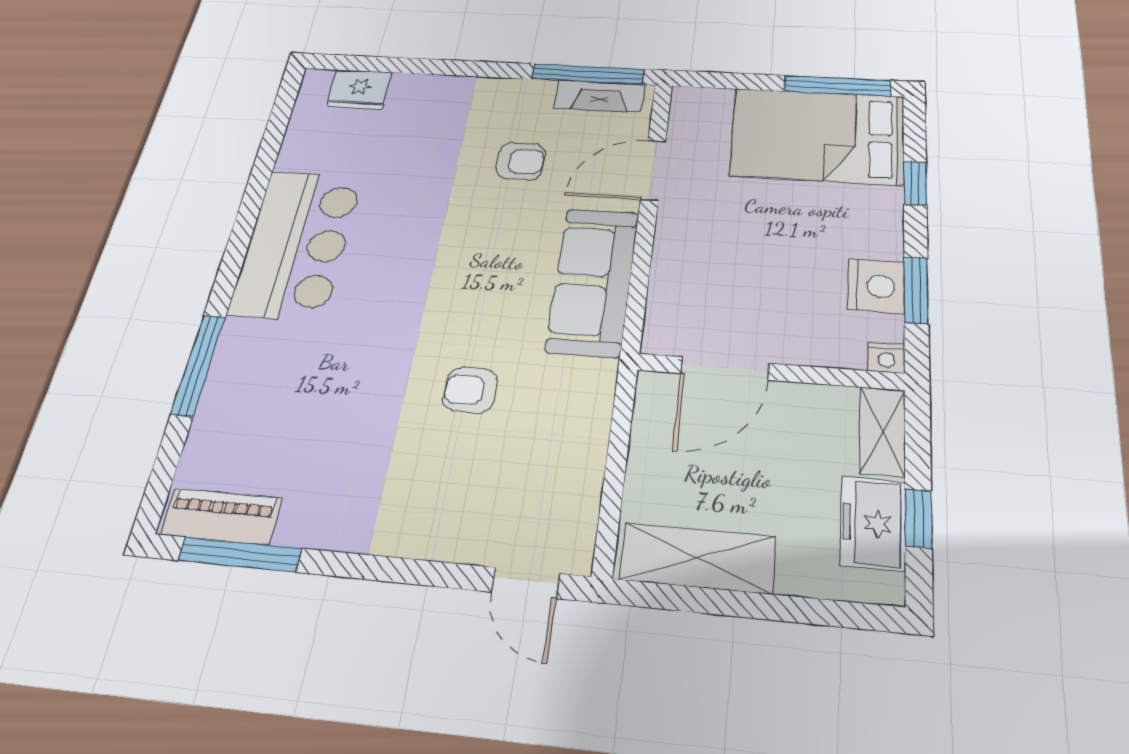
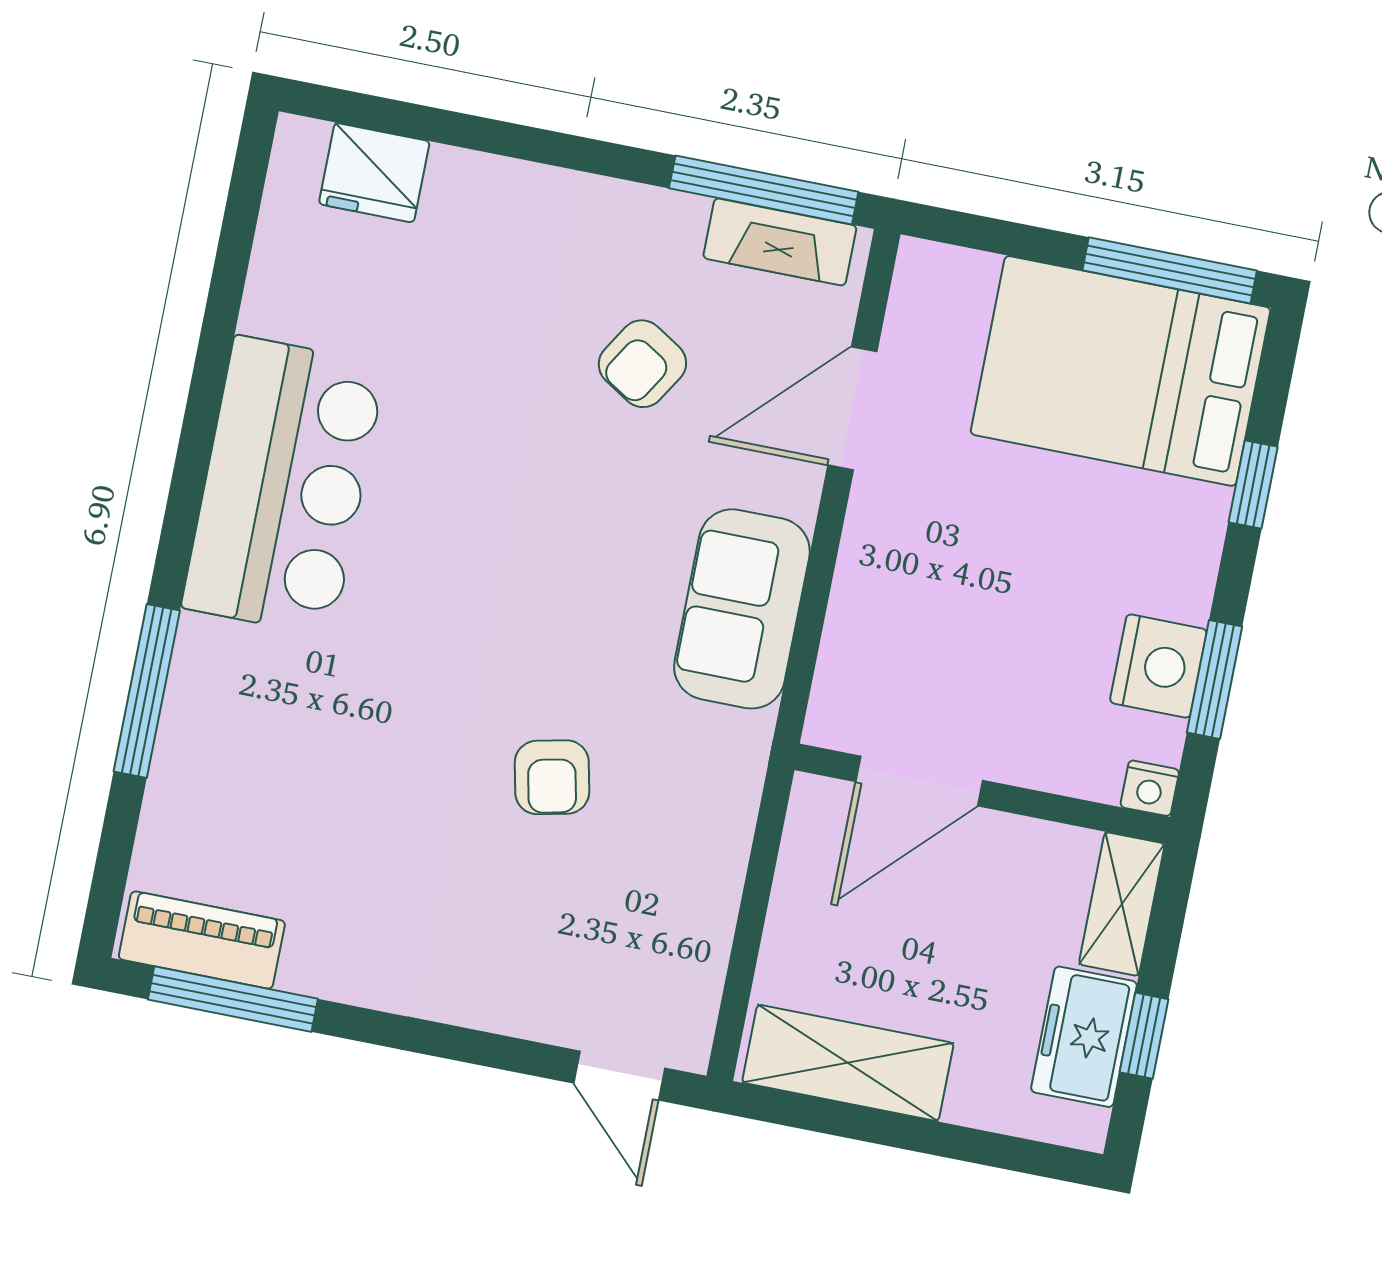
armchair: (521, 161) -> (642, 364), turned 122
sofa: (593, 281) -> (742, 609), width x0.73
armchair: (470, 390) -> (552, 777), turned -102

